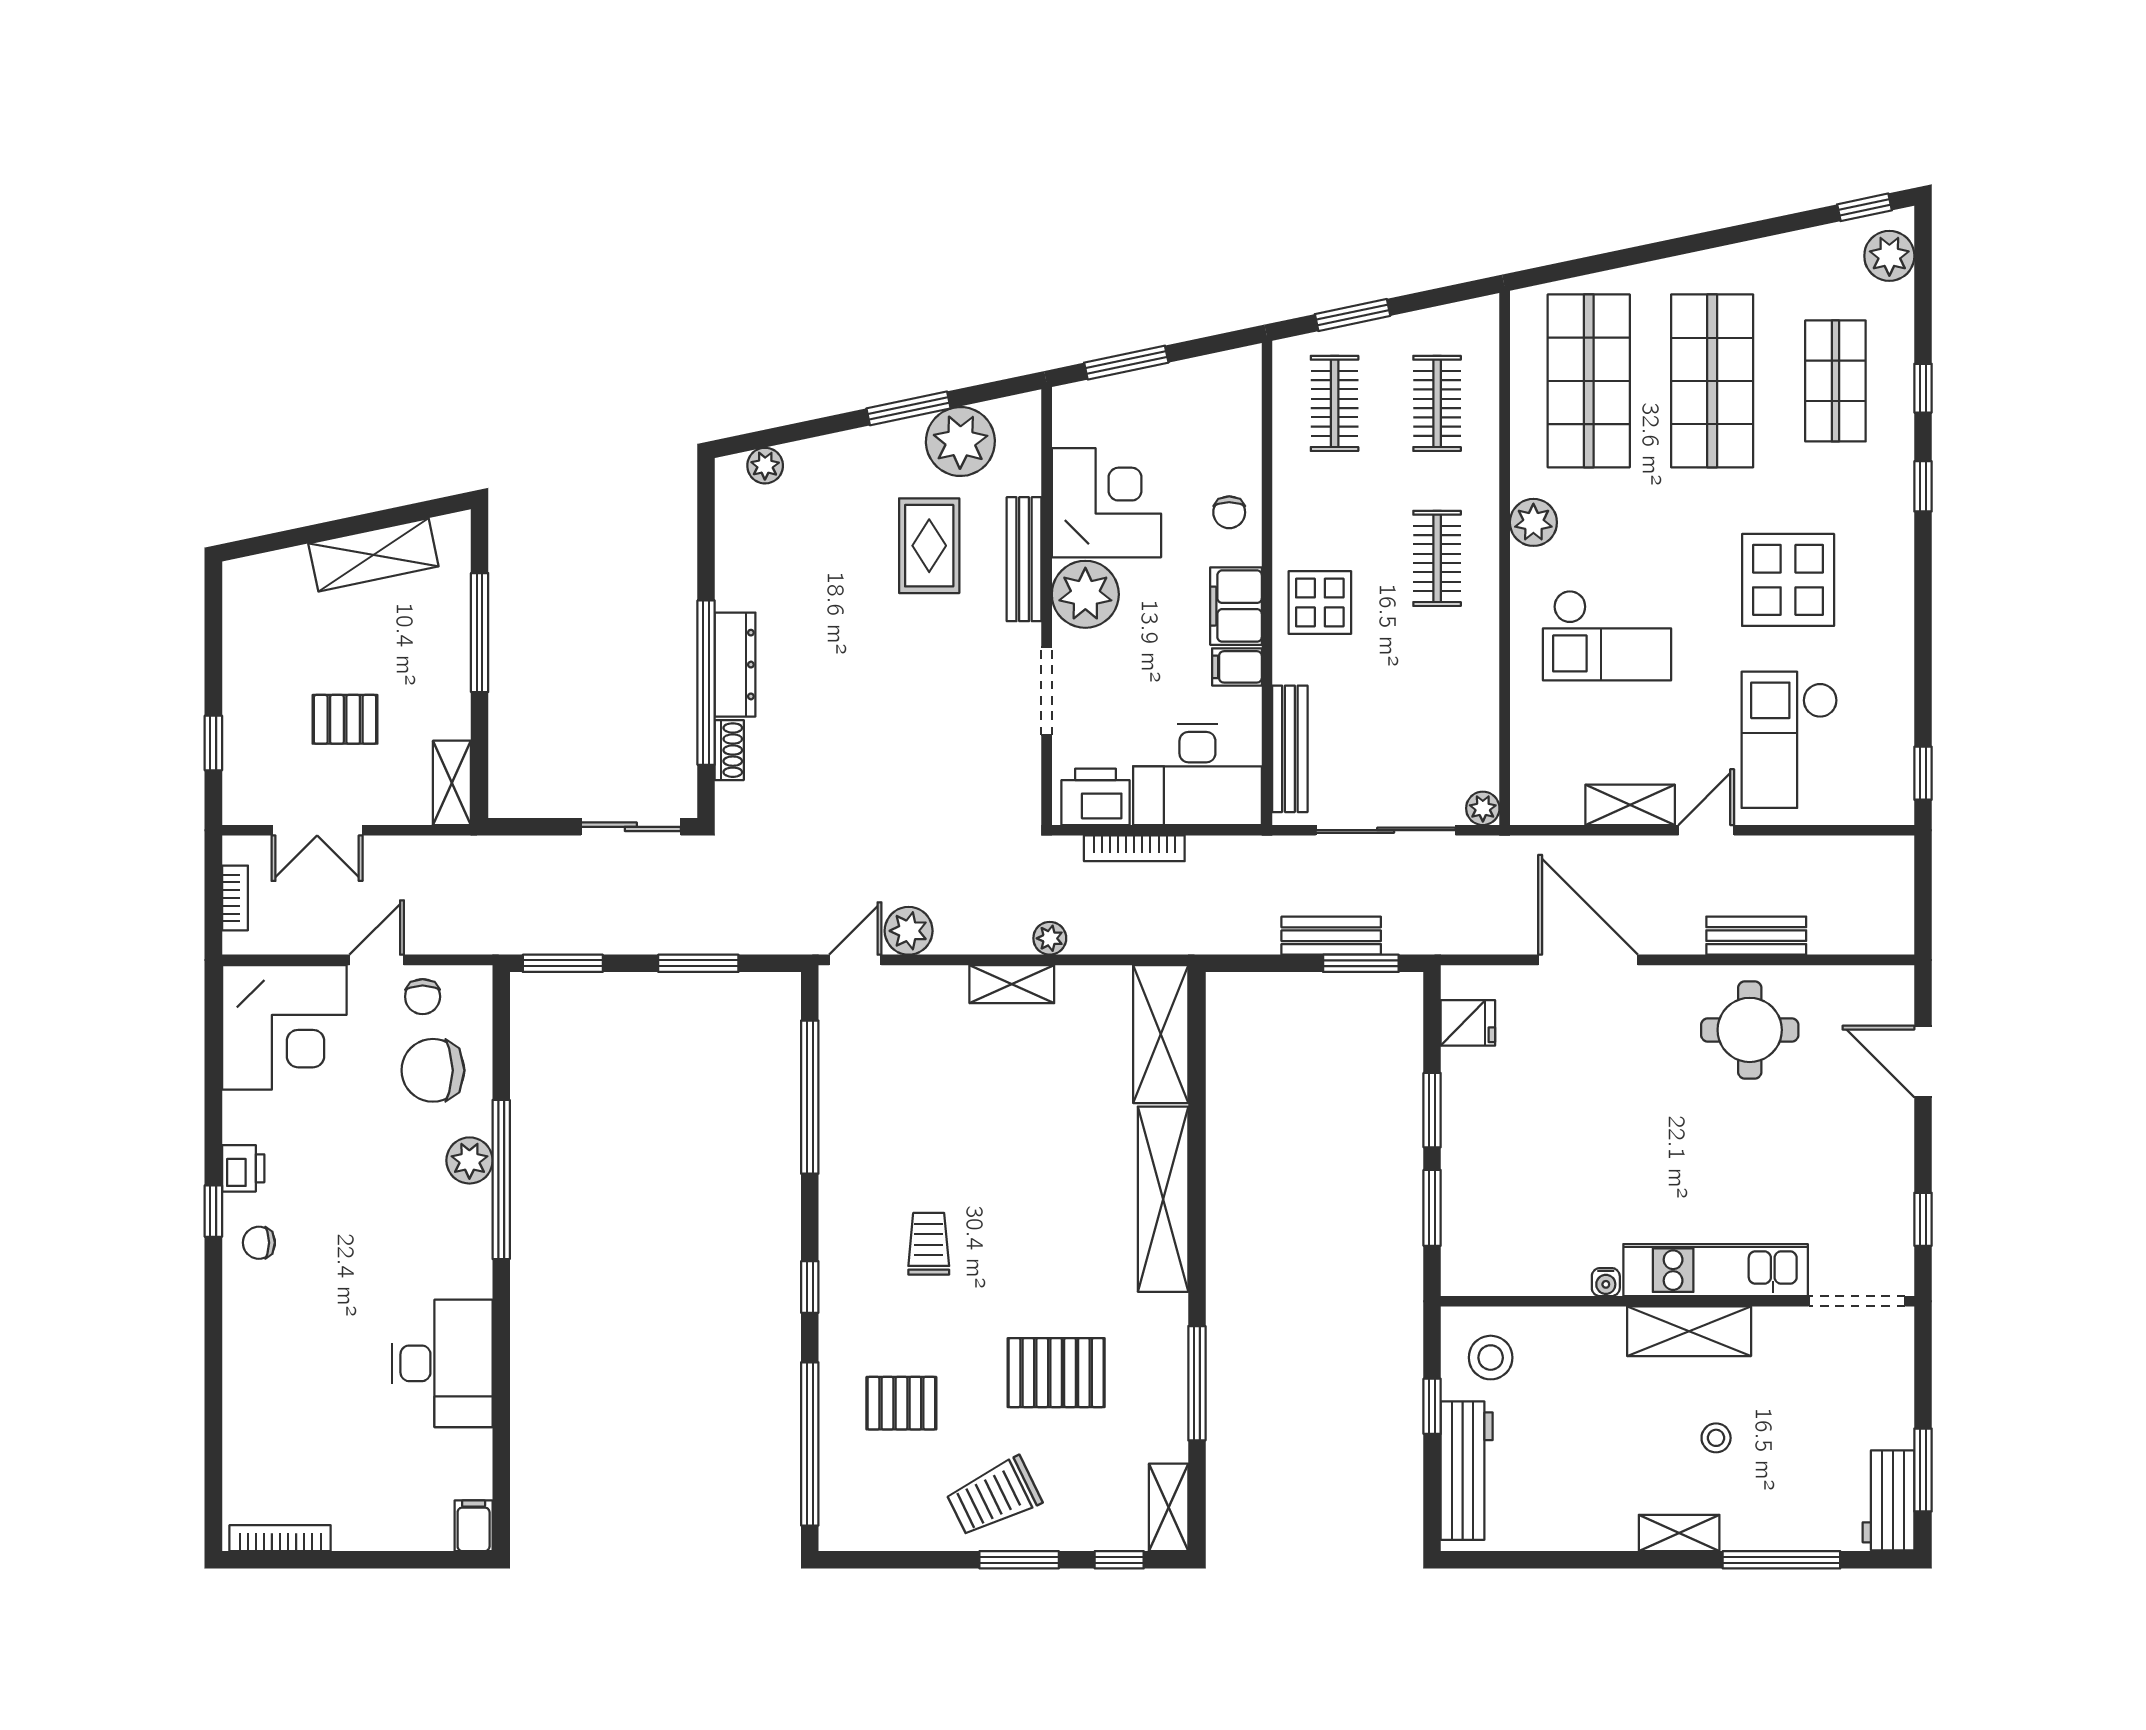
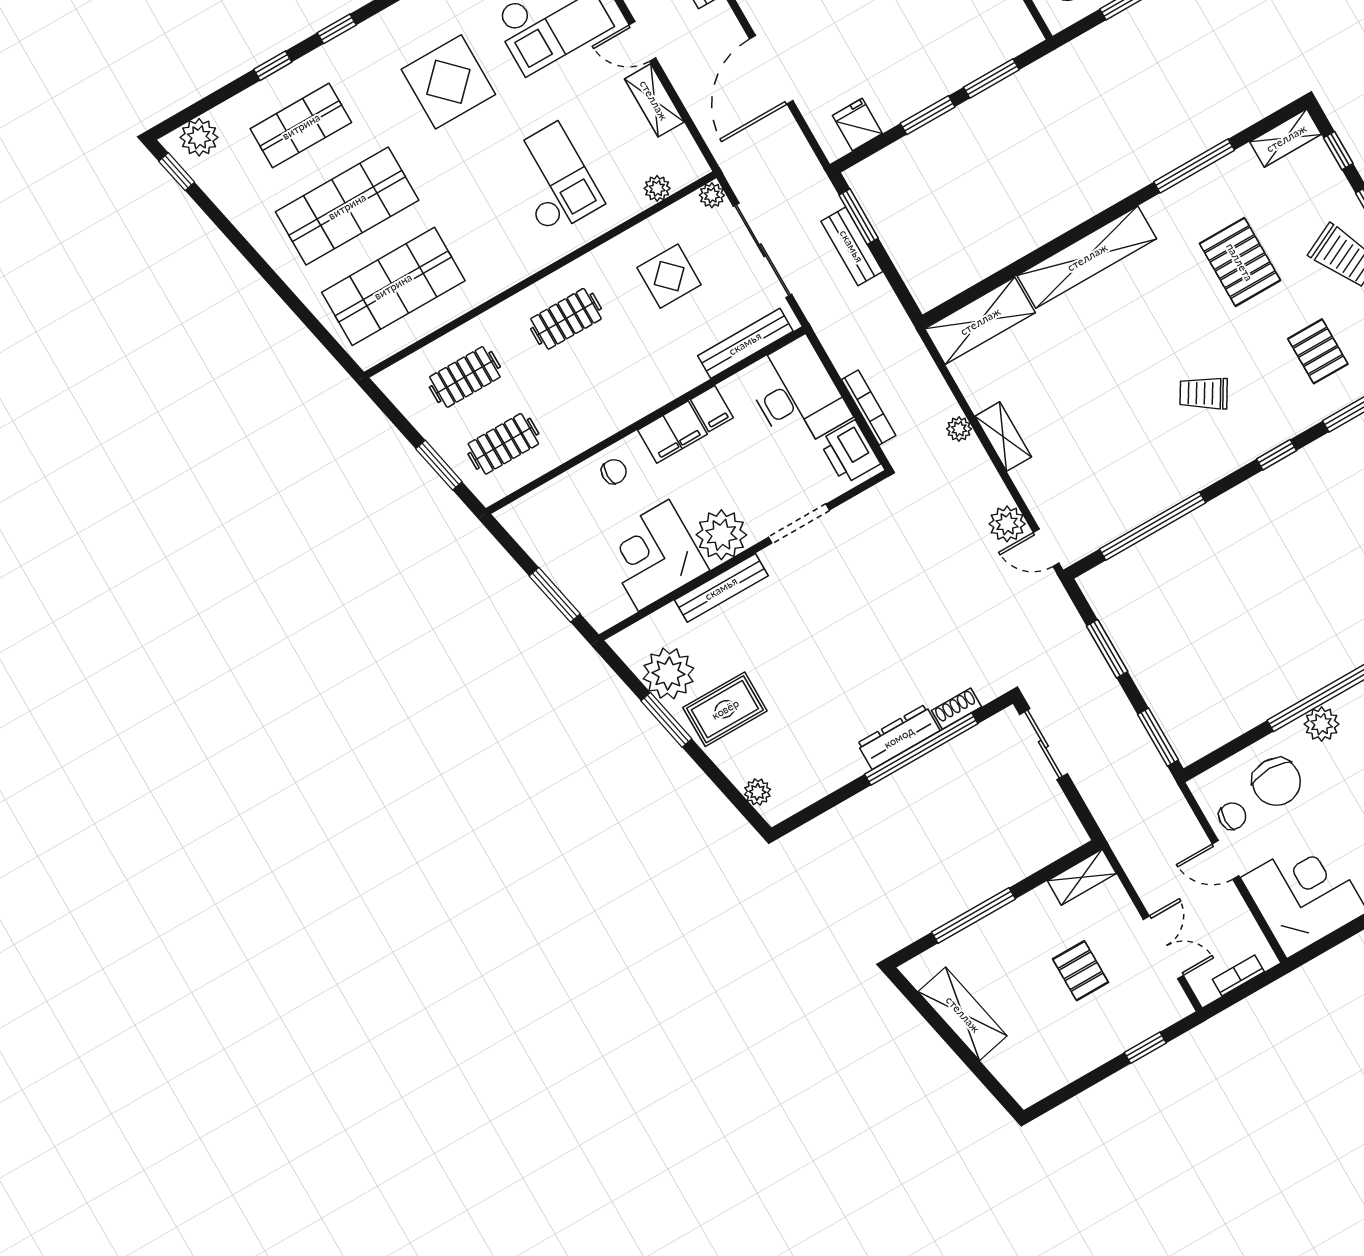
plant: (1533, 522) -> (657, 188), moved, width x0.73, depth x0.73
rug: (929, 546) -> (725, 709), moved
display table: (1320, 602) -> (669, 276), moved
trolley: (929, 1244) -> (1204, 393), turned 31

